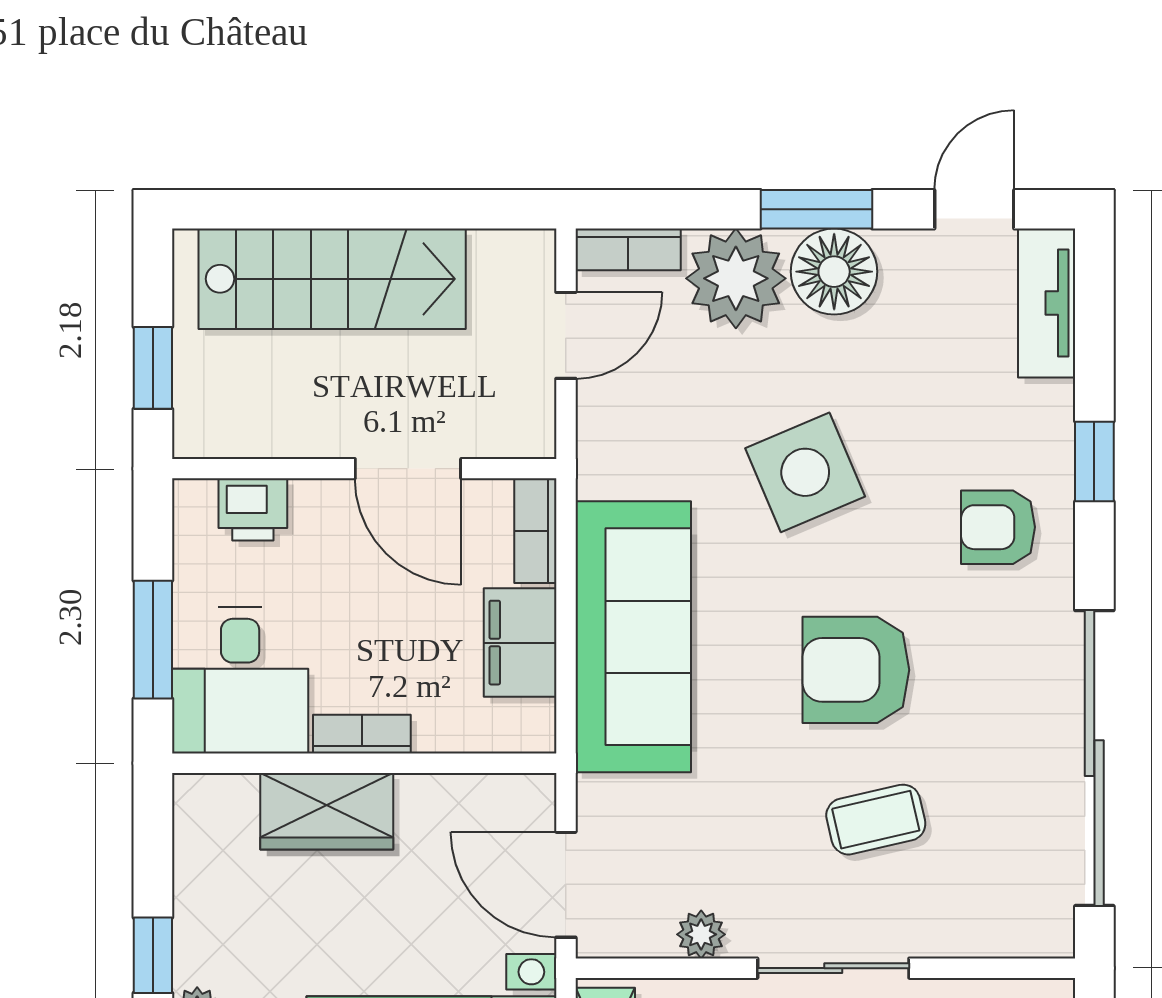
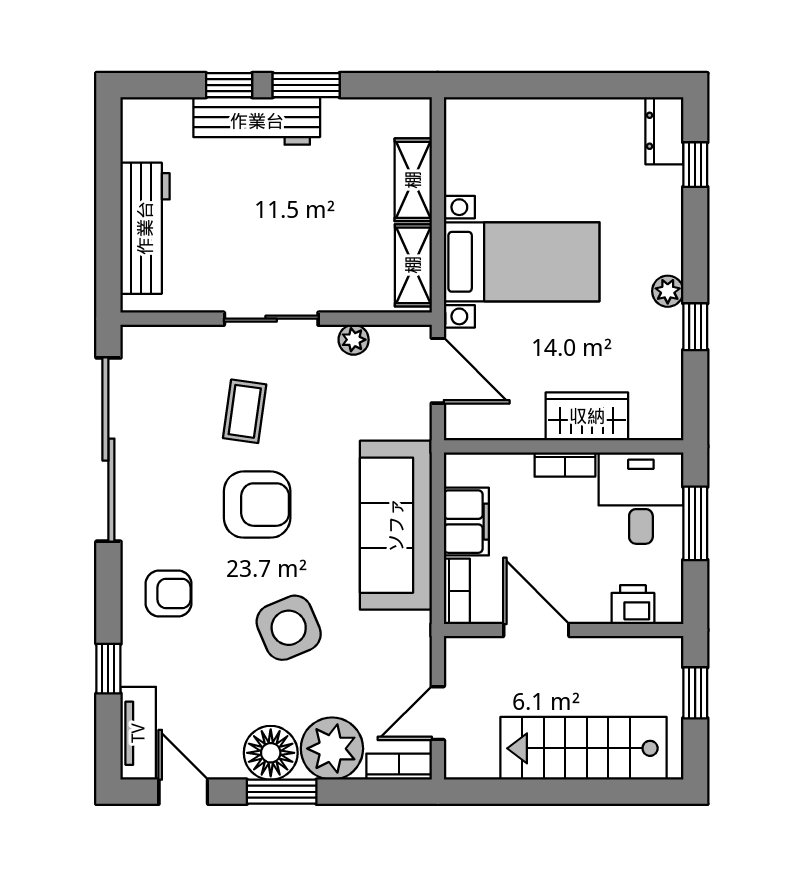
door: (974, 209) -> (183, 792), swing flipped
window: (1094, 461) -> (108, 669), moved
coffee table: (876, 820) -> (245, 411), turned -69

